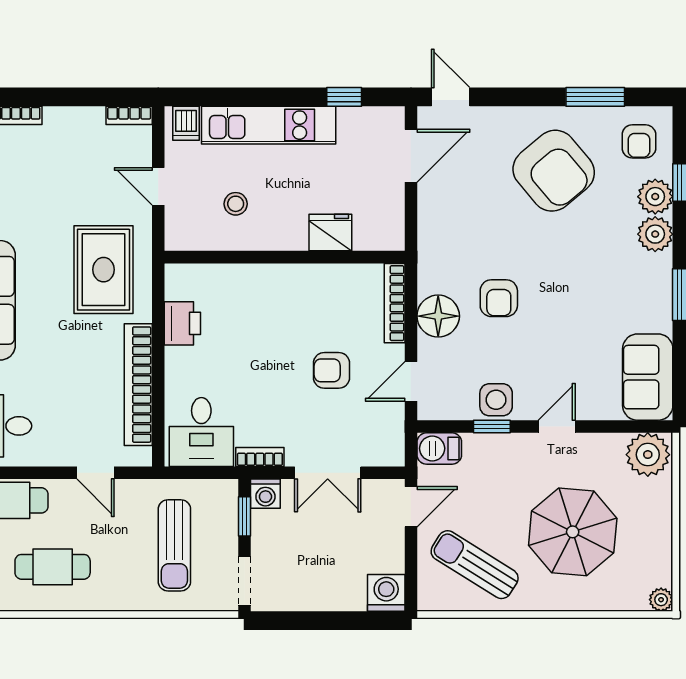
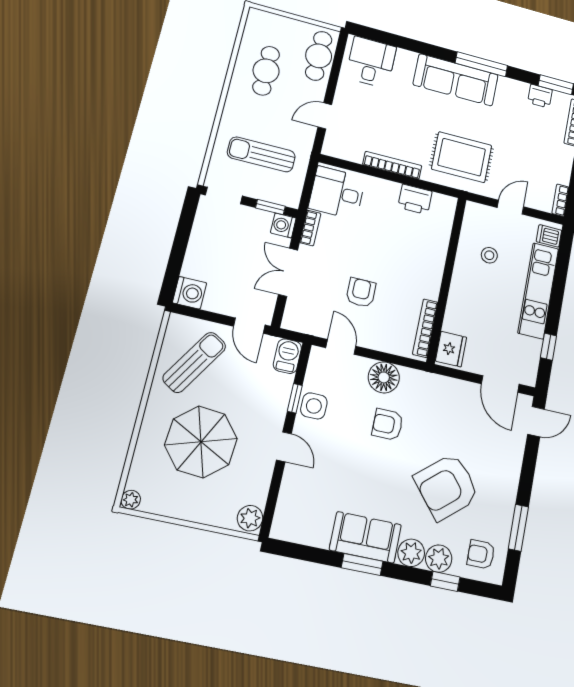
armchair: (554, 171) -> (447, 487), moved
fridge: (330, 233) -> (451, 349), moved
bookcase: (395, 303) -> (425, 328), moved, turned -90
sofa: (648, 377) -> (365, 537), moved
bookcase: (138, 385) -> (392, 165), width x0.68, depth x0.76
plant: (648, 455) -> (250, 518), width x0.73, depth x0.73

